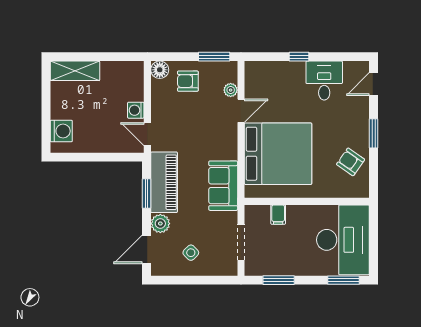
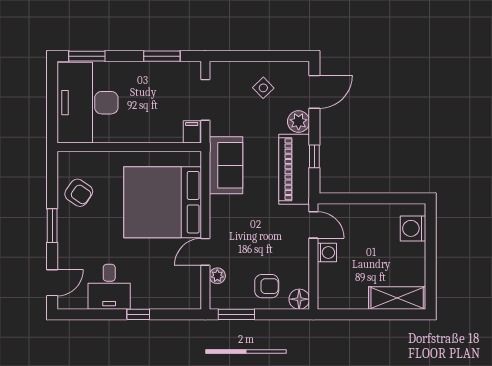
window: (147, 193) -> (314, 156), width x0.67
filing cabinet: (278, 215) -> (192, 132), moved

